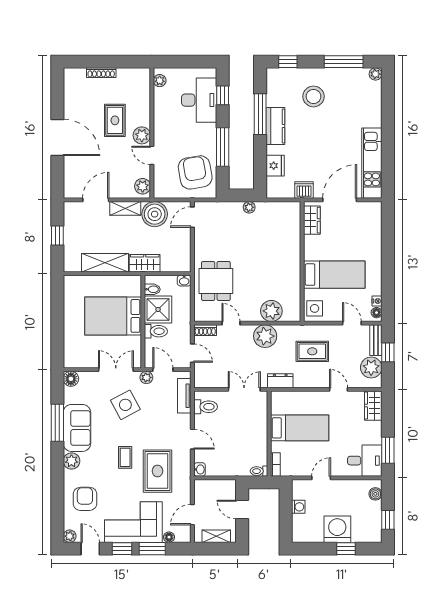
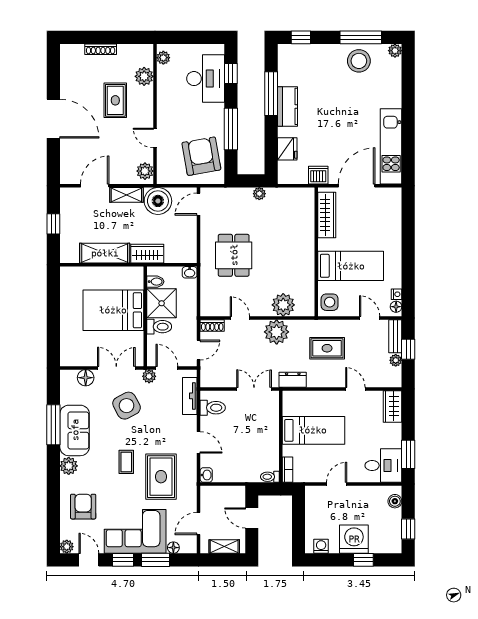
stool: (313, 96) -> (359, 61), moved
plant: (142, 135) -> (144, 76), moved
wardrobe: (312, 220) -> (327, 215), width x1.50
dining table: (216, 281) -> (234, 255), moved
door: (192, 353) -> (199, 350), hinge flipped
plant: (371, 368) -> (396, 360), width x0.53, depth x0.53
floor lamp: (71, 379) -> (86, 378), moved
washing machine: (298, 507) -> (321, 546), moved, turned -90

